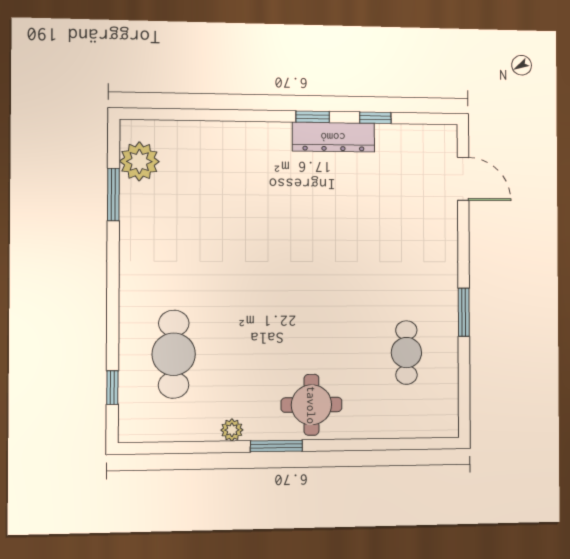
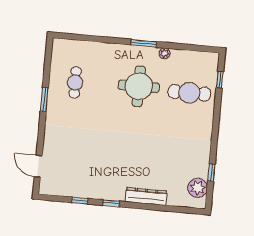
dresser: (333, 137) -> (146, 196), moved
window: (113, 194) -> (211, 173), width x0.67
cafe table: (174, 354) -> (189, 93), turned 90
round table: (311, 405) -> (139, 86), moved, width x1.36, depth x1.36

